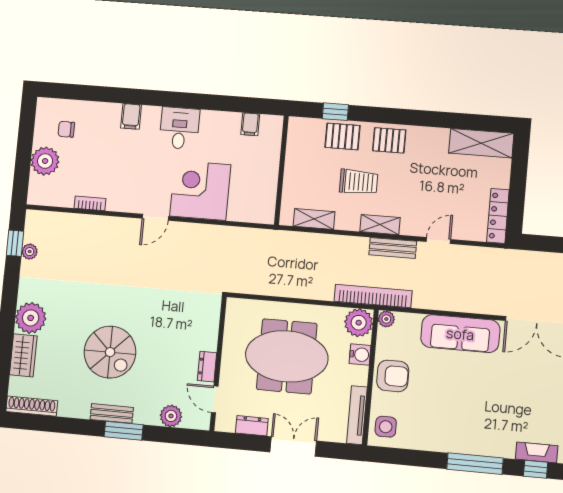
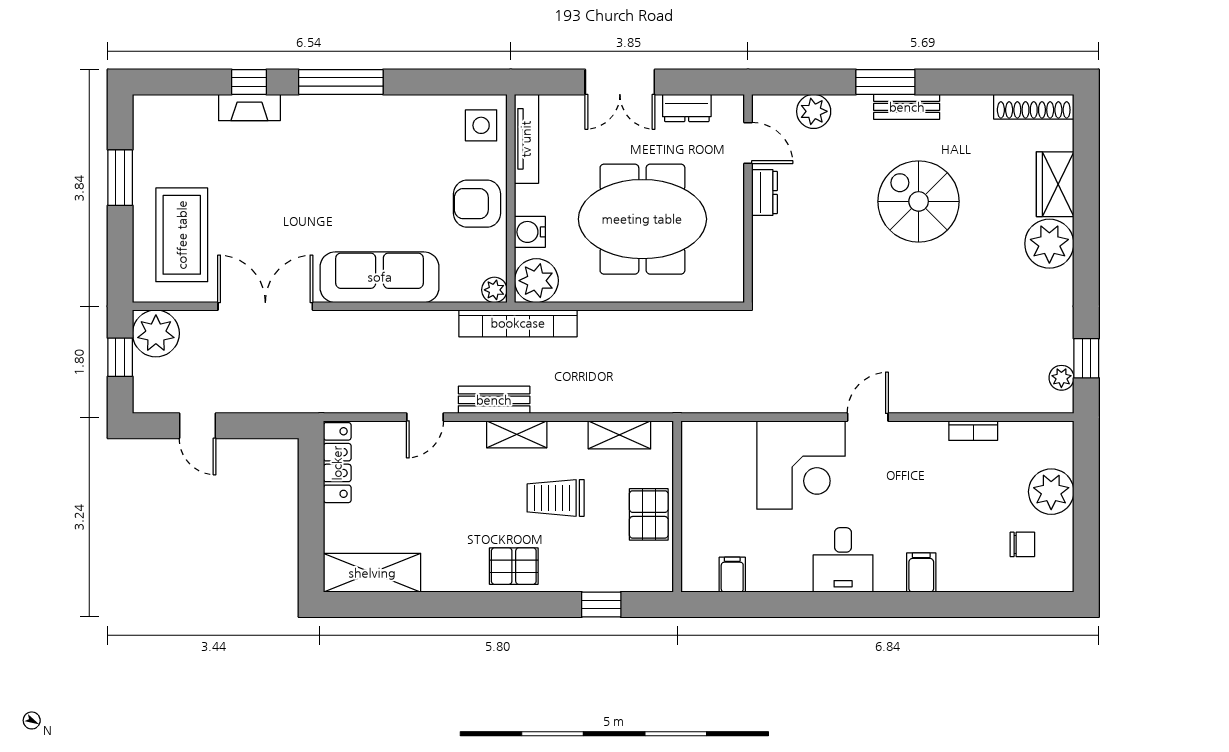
pallet: (342, 136) -> (649, 514), moved, turned 90
plant: (30, 252) -> (1061, 378), moved

